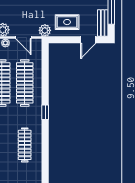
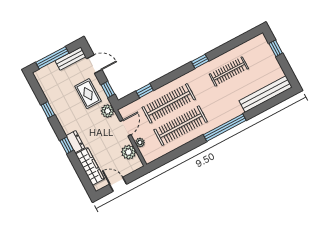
window: (62, 40) -> (108, 89), added
window: (45, 69) -> (145, 91), added
window: (45, 112) -> (200, 61), moved

